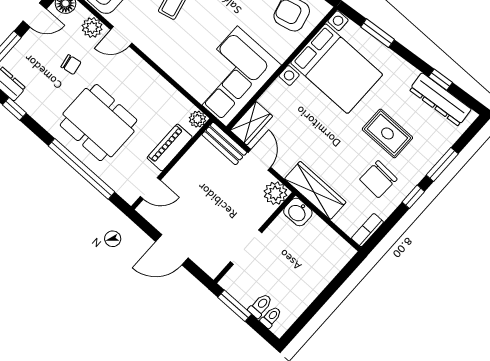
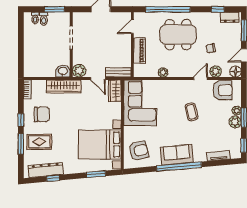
plant: (198, 119) -> (163, 72), moved
rug: (387, 133) -> (39, 142), moved
chair: (378, 179) -> (42, 114), turned 87

